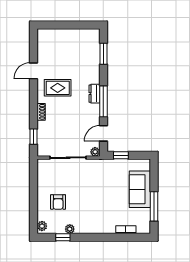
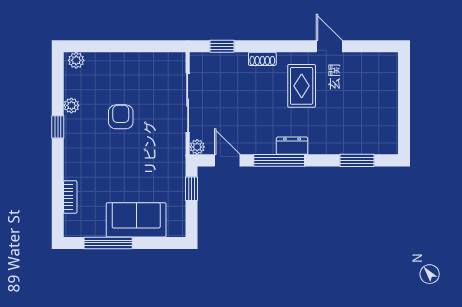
armchair: (58, 202) -> (121, 117), moved, turned 90
window: (63, 237) -> (58, 127), moved

